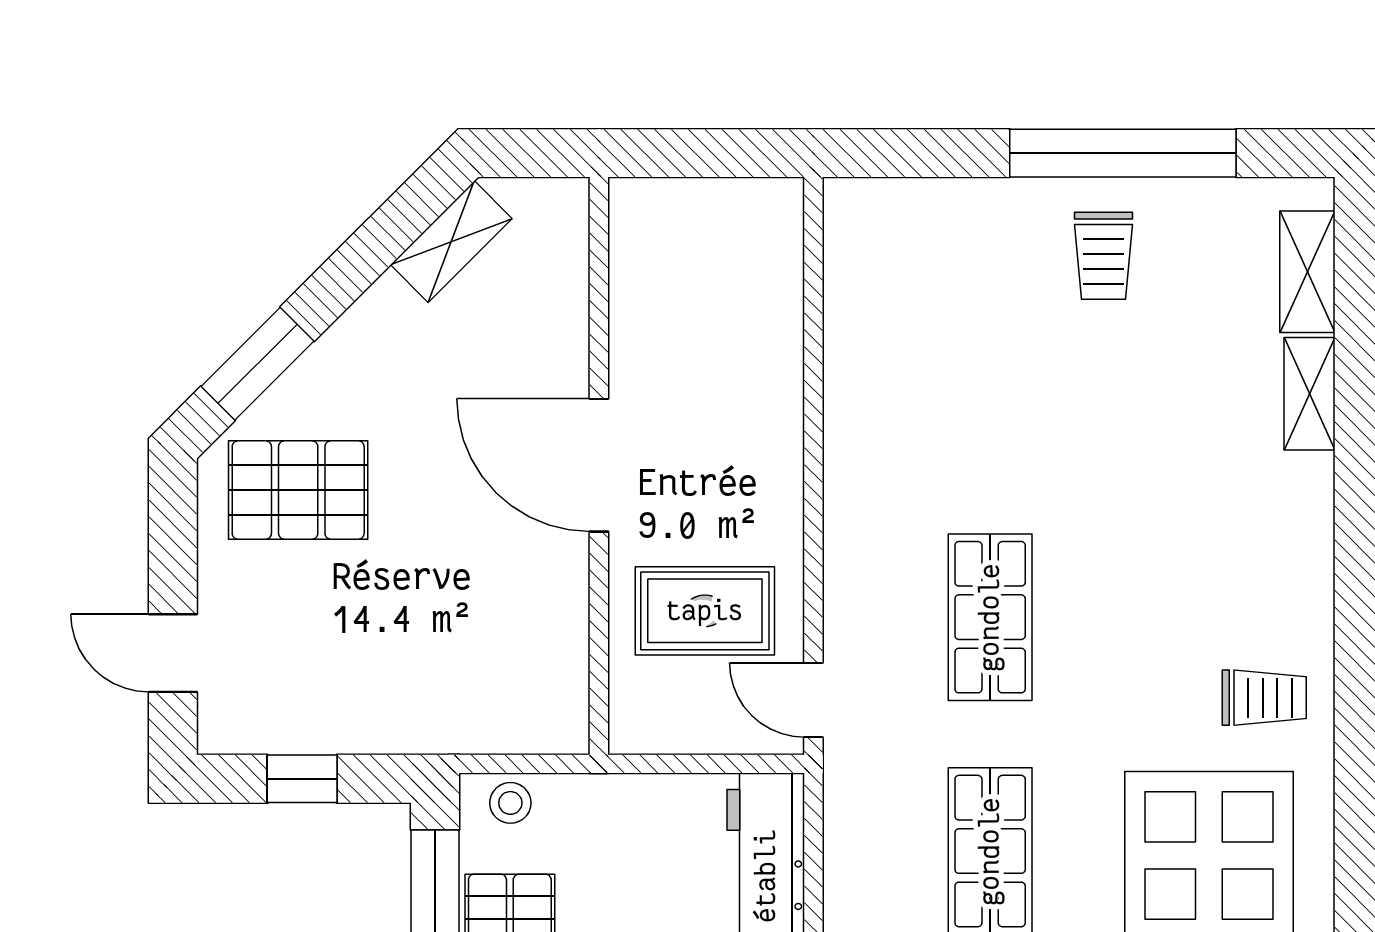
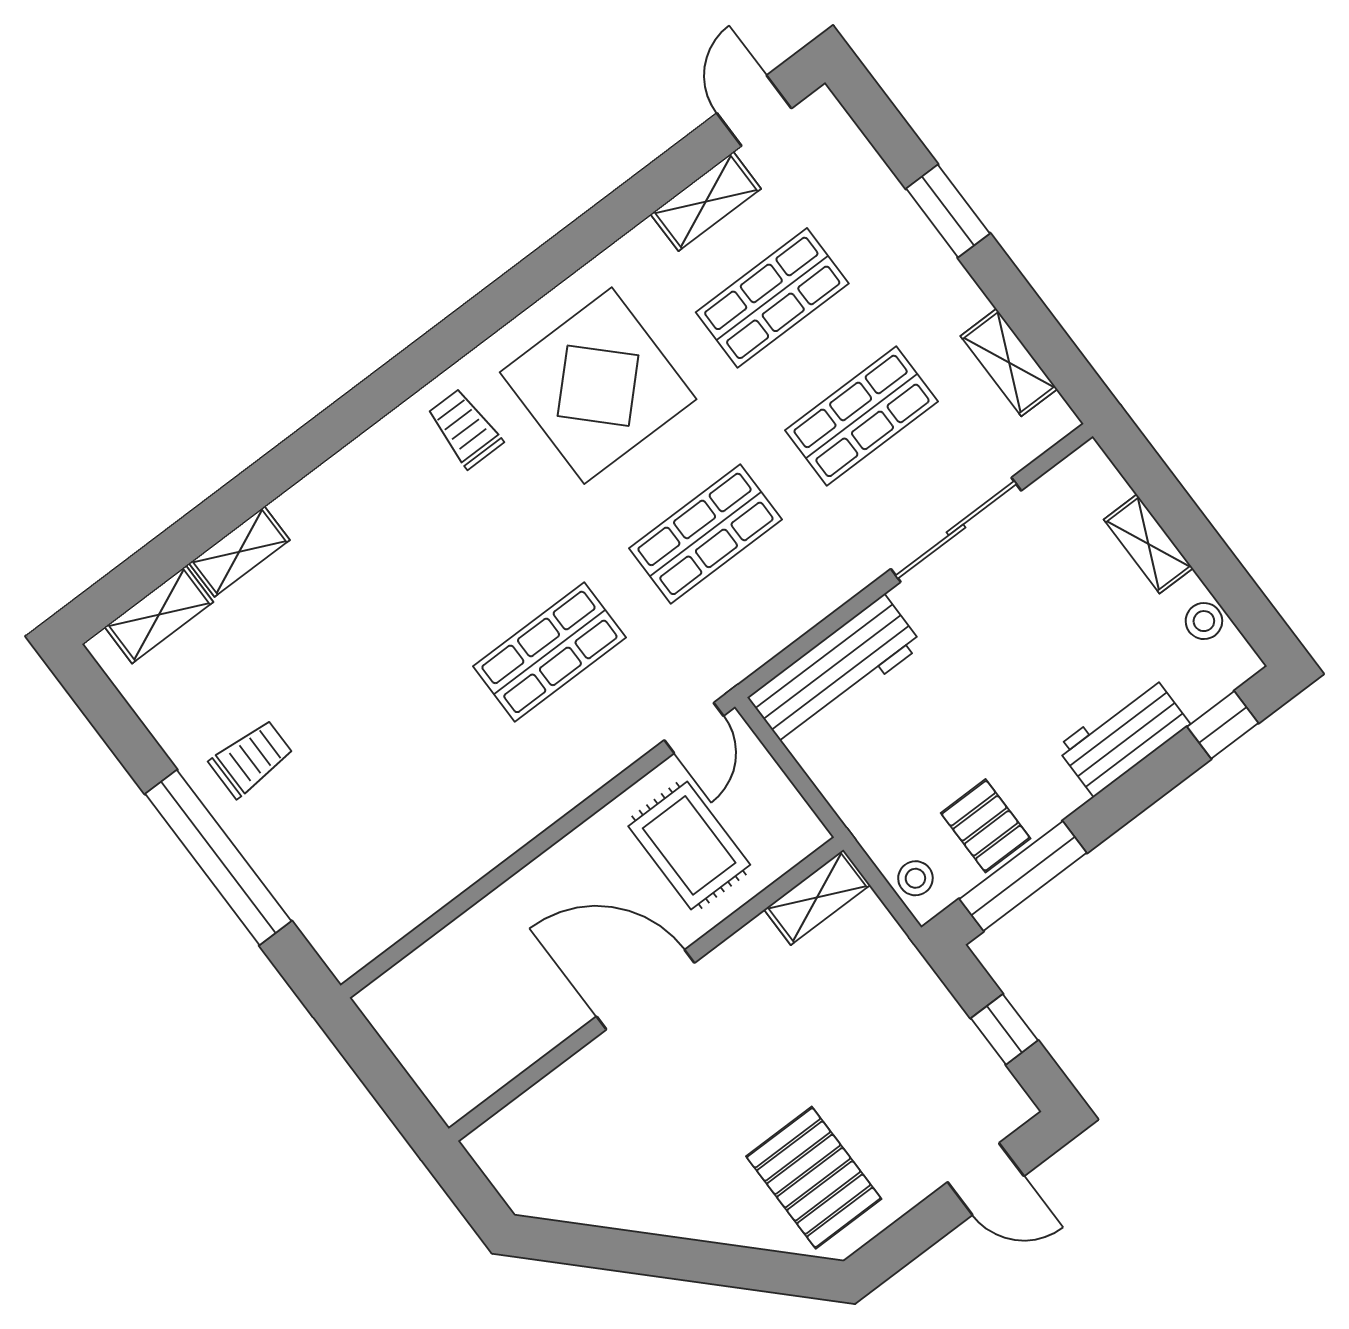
window: (1123, 153) -> (218, 857), moved
shelving: (451, 242) -> (817, 897), moved, turned -45
window: (257, 364) -> (750, 1269), removed
door: (599, 465) -> (645, 990), swing flipped
door: (173, 653) -> (986, 1179), hinge flipped

